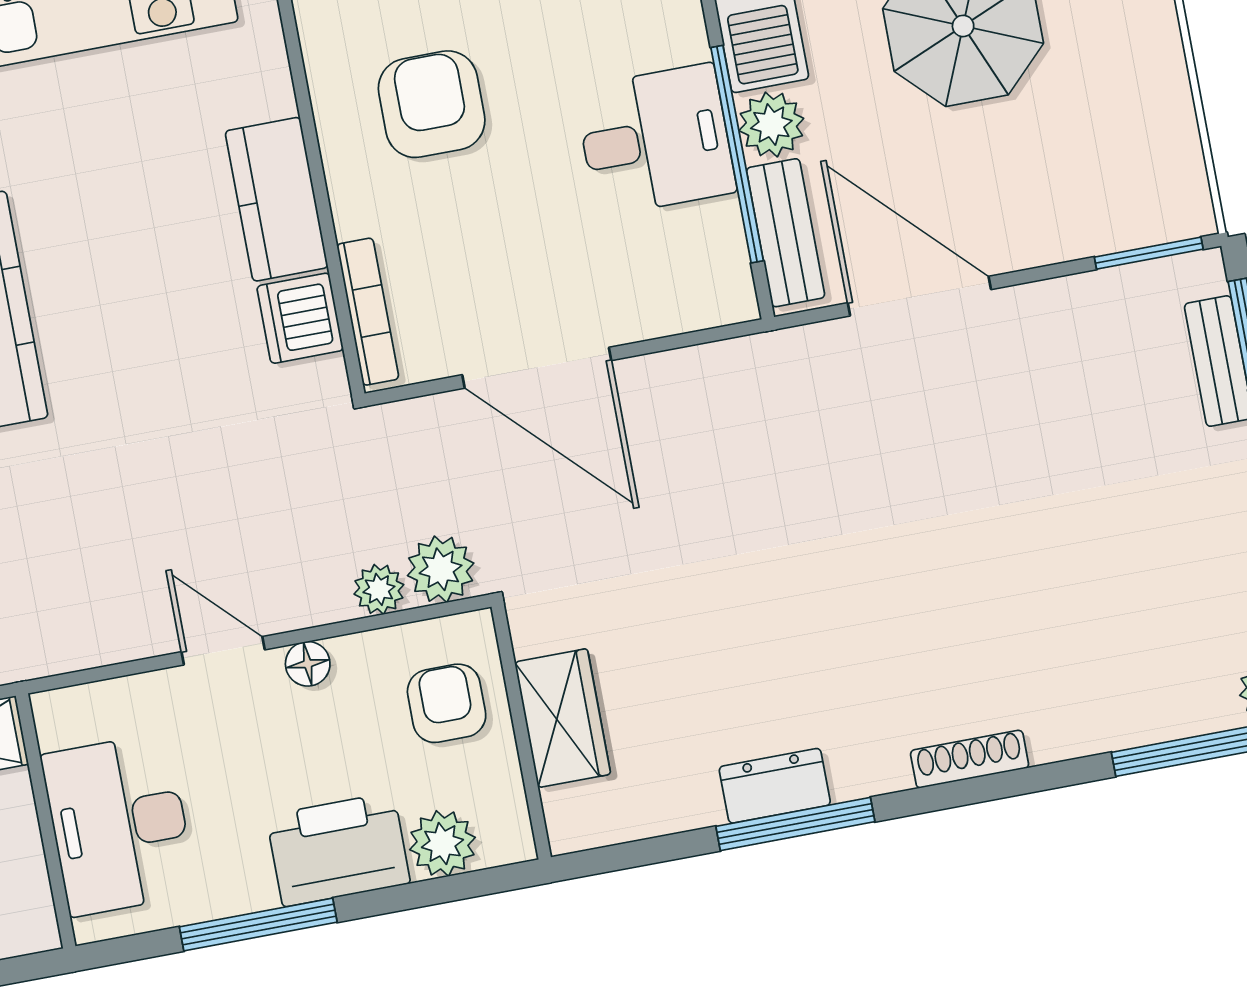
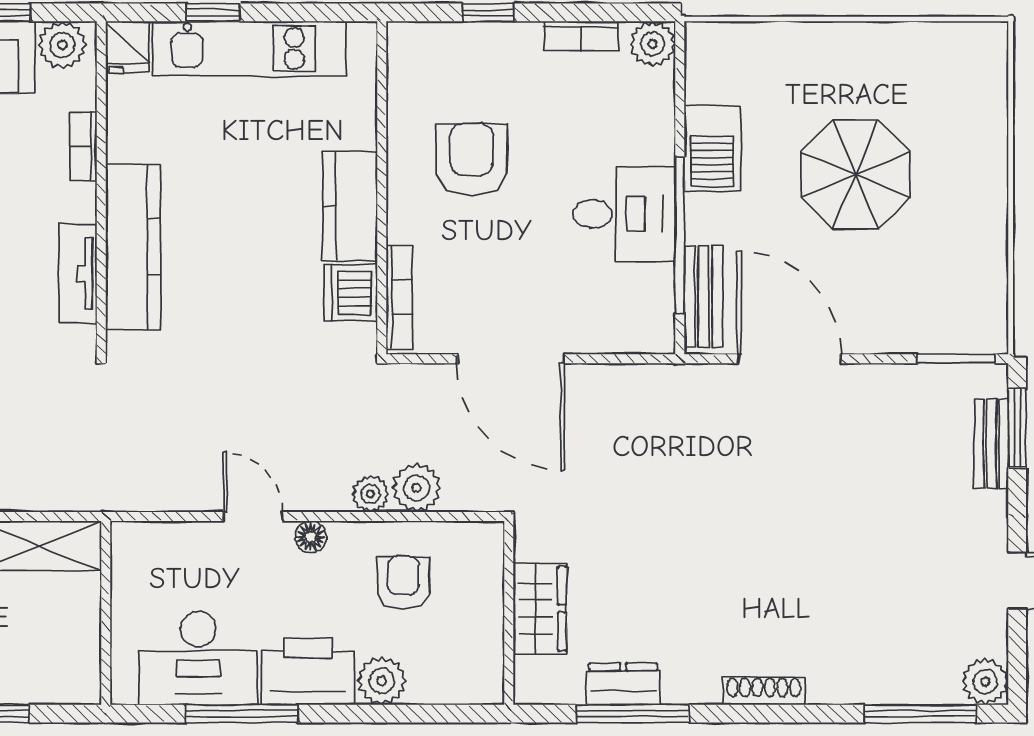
plant: (771, 125) -> (708, 219), removed
wardrobe: (563, 718) -> (540, 609), moved
wall: (521, 732) -> (509, 613), moved
desk: (119, 825) -> (198, 658), moved, turned -90

